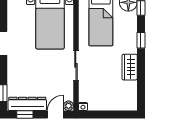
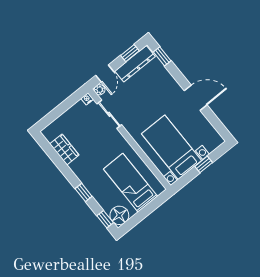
sliding door: (76, 65) -> (109, 114), moved
wardrobe: (130, 67) -> (64, 150), moved

